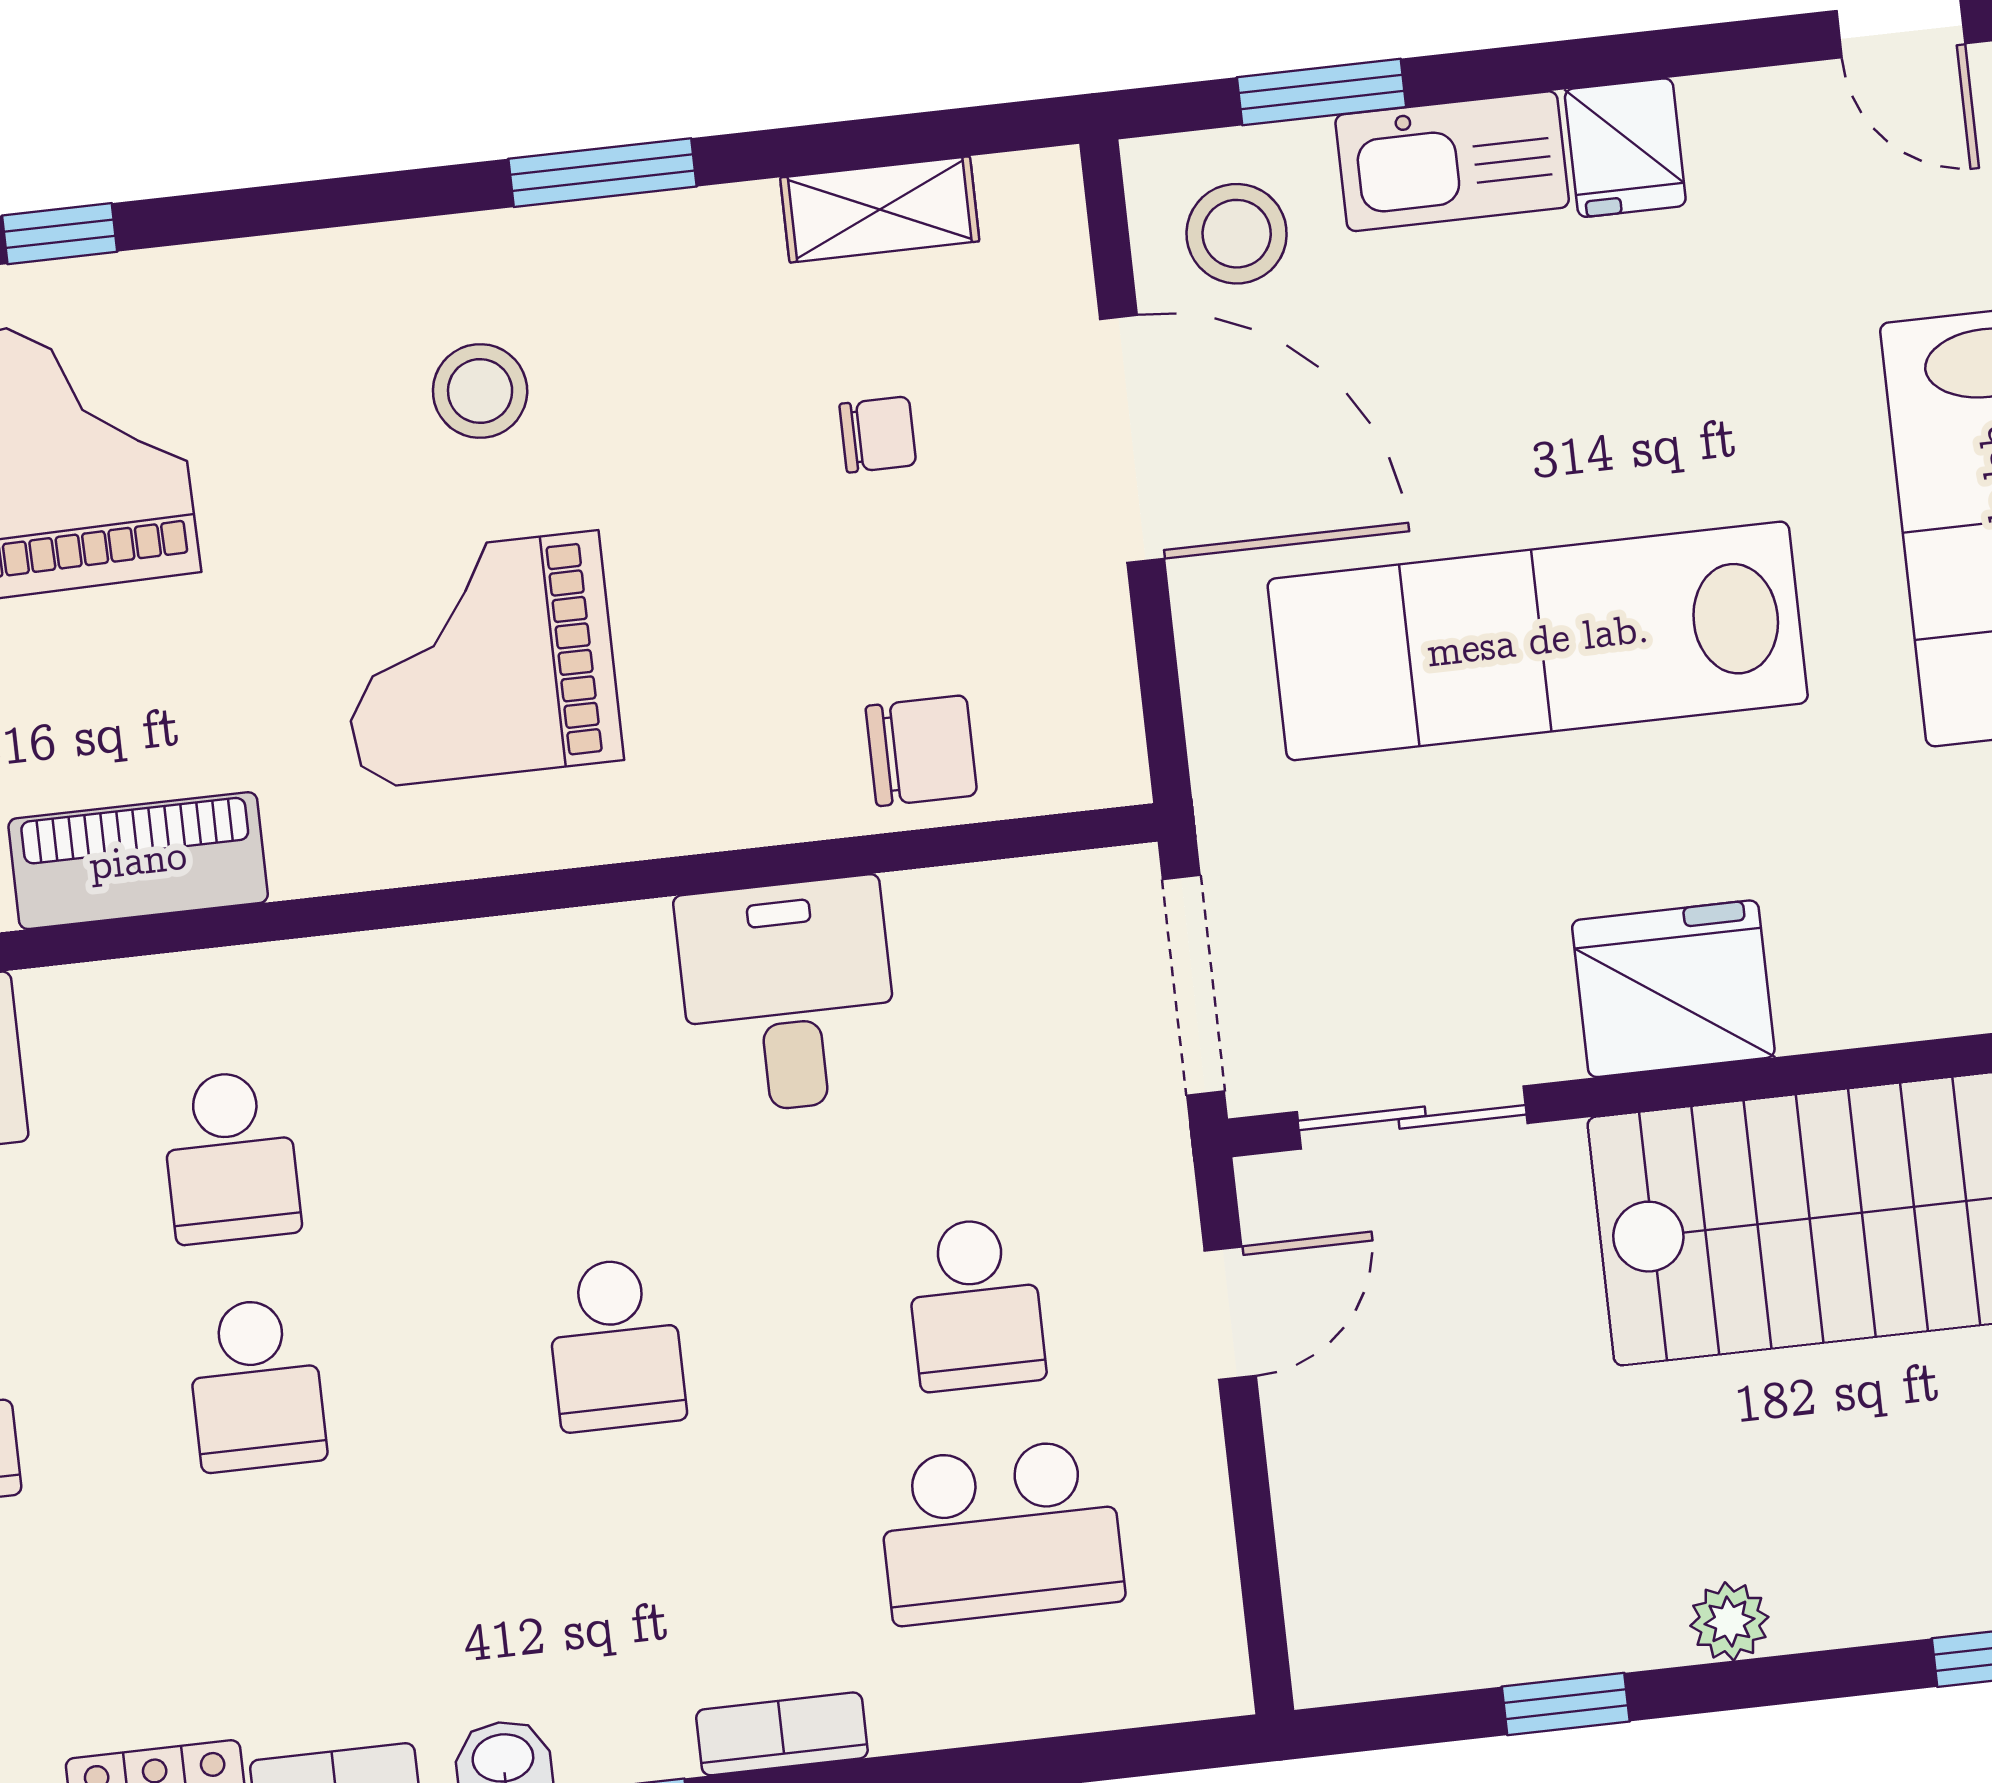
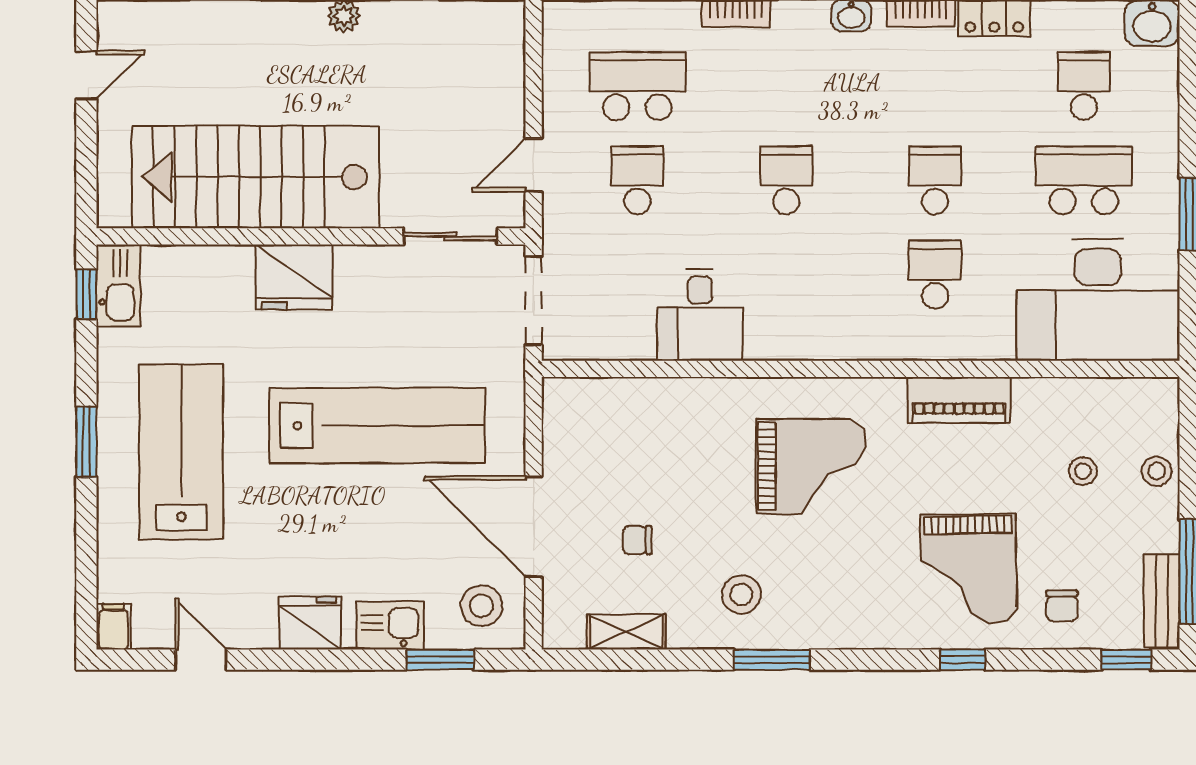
fridge: (1625, 148) -> (310, 623), width x1.38
kitchen sink: (1452, 161) -> (390, 625), width x0.73
window: (602, 173) -> (772, 660), moved
stool: (480, 391) -> (741, 595), moved
chair: (921, 751) -> (634, 409), removed
fridge: (1673, 989) -> (294, 277), moved

